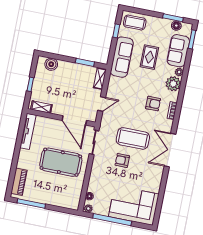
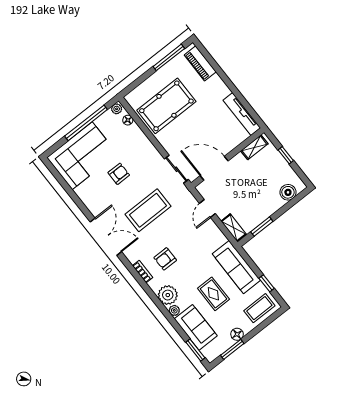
floor lamp: (176, 26) -> (237, 334), moved
armchair: (122, 160) -> (119, 174), moved
pool table: (61, 162) -> (166, 106), moved

